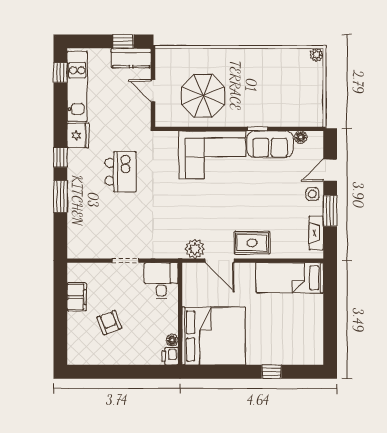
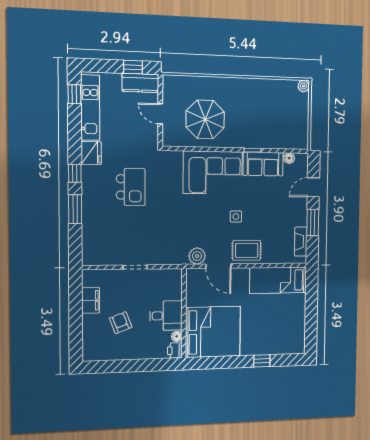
side table: (312, 194) -> (236, 217), moved
desk: (161, 281) -> (166, 316), moved, turned 90

